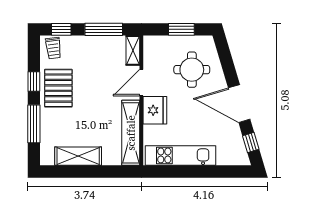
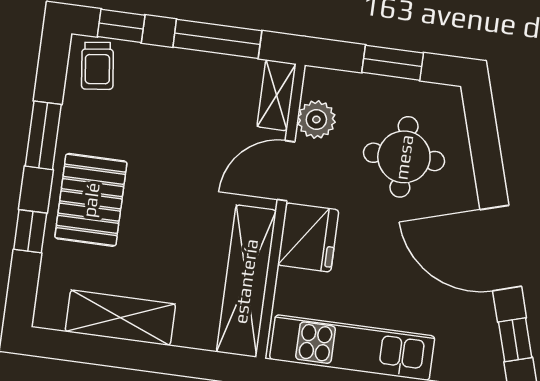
plant: (152, 59) -> (316, 120), added
window: (34, 81) -> (43, 135), width x1.50
pallet: (58, 88) -> (91, 200), moved
window: (34, 124) -> (30, 231), width x0.46

